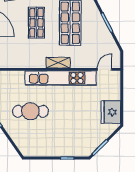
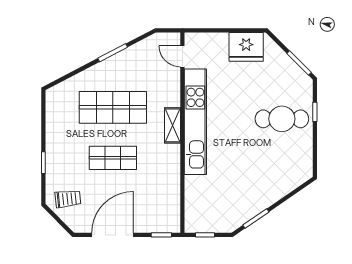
cafe table: (30, 111) -> (282, 119), moved, turned 90

